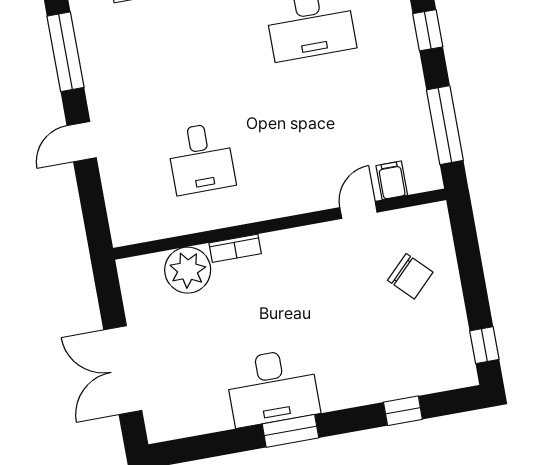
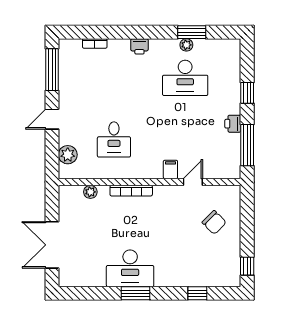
printer: (412, 91) -> (233, 124), added
filing cabinet: (392, 180) -> (170, 169), moved
plant: (122, 201) -> (68, 155), added
bookcase: (235, 248) -> (131, 191), width x1.56
plant: (188, 270) -> (90, 192), width x0.53, depth x0.53

